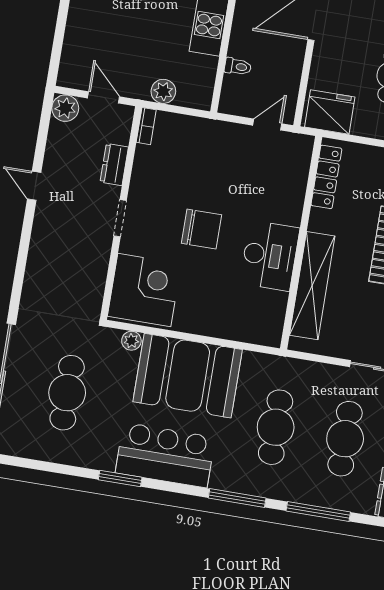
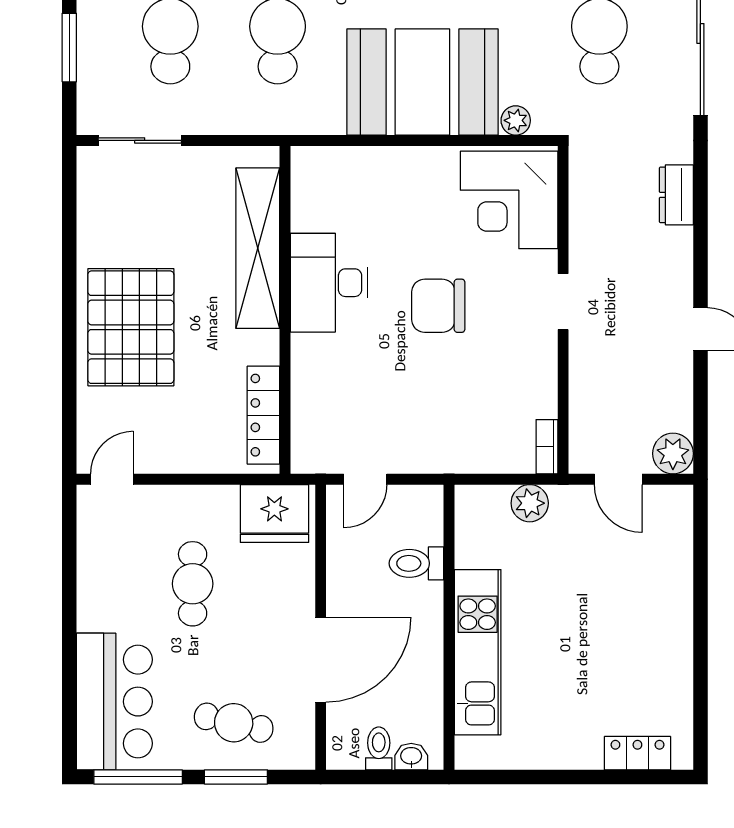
toilet: (238, 67) -> (416, 563), width x1.37, depth x1.39
dresser: (114, 165) -> (676, 195), moved, turned 180

